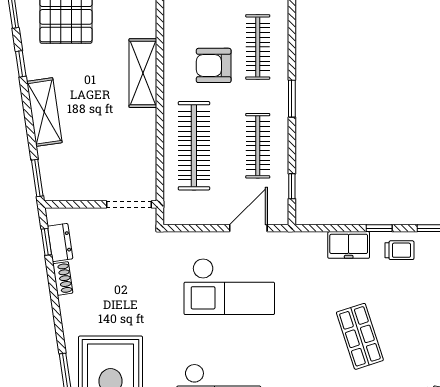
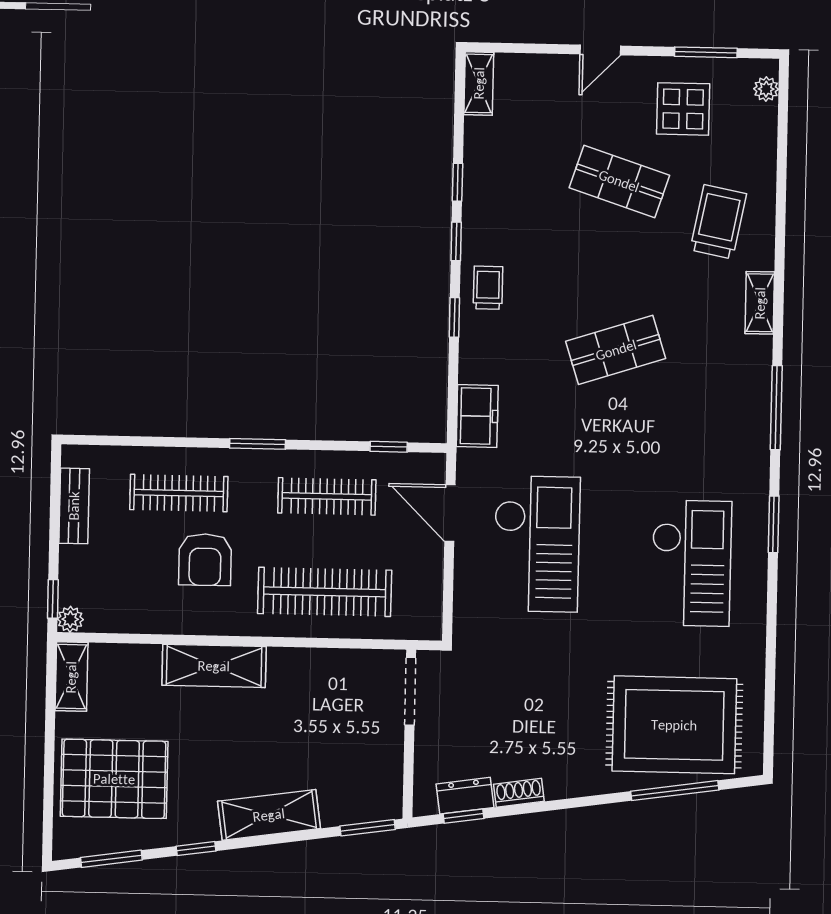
freezer: (349, 245) -> (477, 416), moved

